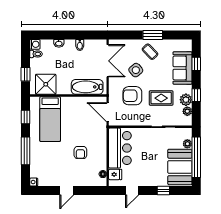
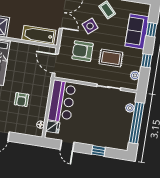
plant: (186, 100) -> (135, 64), removed
booth: (180, 167) -> (119, 130), removed
door: (132, 191) -> (67, 146), hinge flipped

